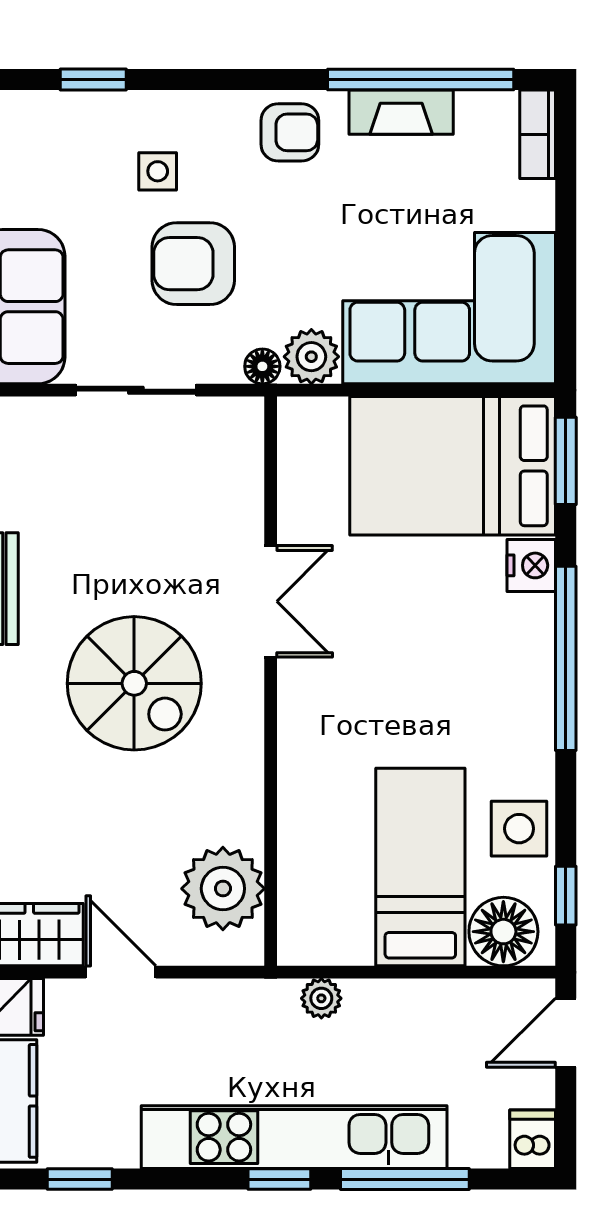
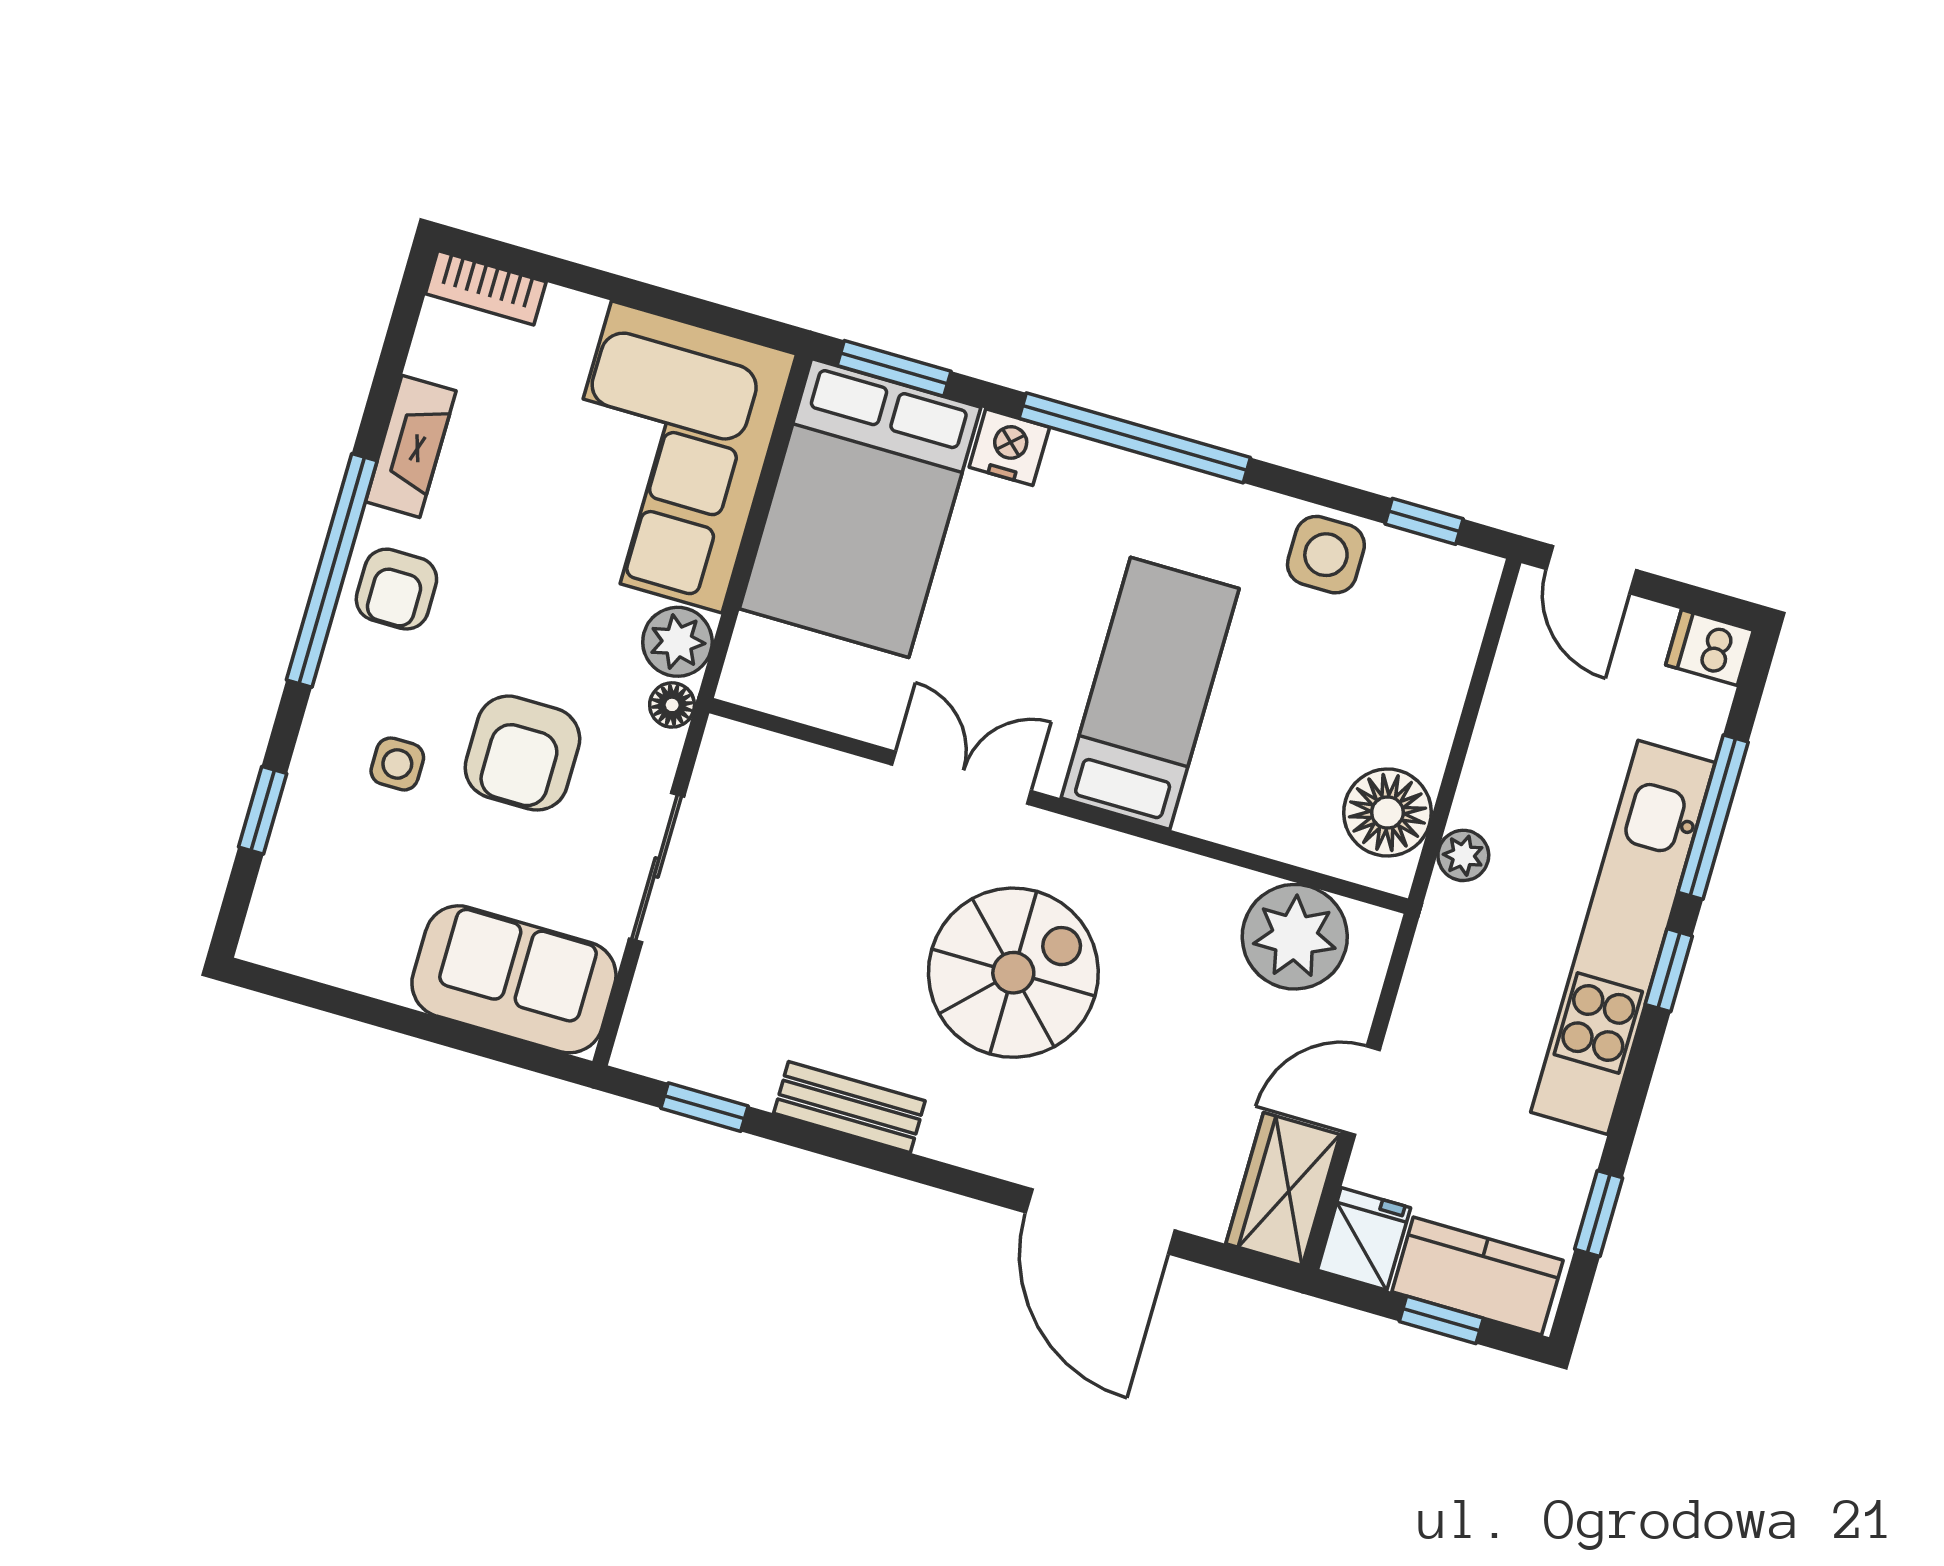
window: (421, 79) -> (332, 570), moved
armchair: (290, 132) -> (396, 589), turned 180
bed: (420, 867) -> (1150, 693), moved, turned 90
floor lamp: (503, 932) -> (1387, 813), moved

